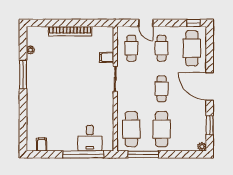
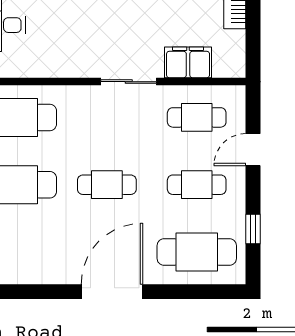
window: (194, 23) -> (253, 229), moved
filing cabinet: (107, 57) -> (188, 62), width x2.00
window: (210, 125) -> (25, 292), removed

